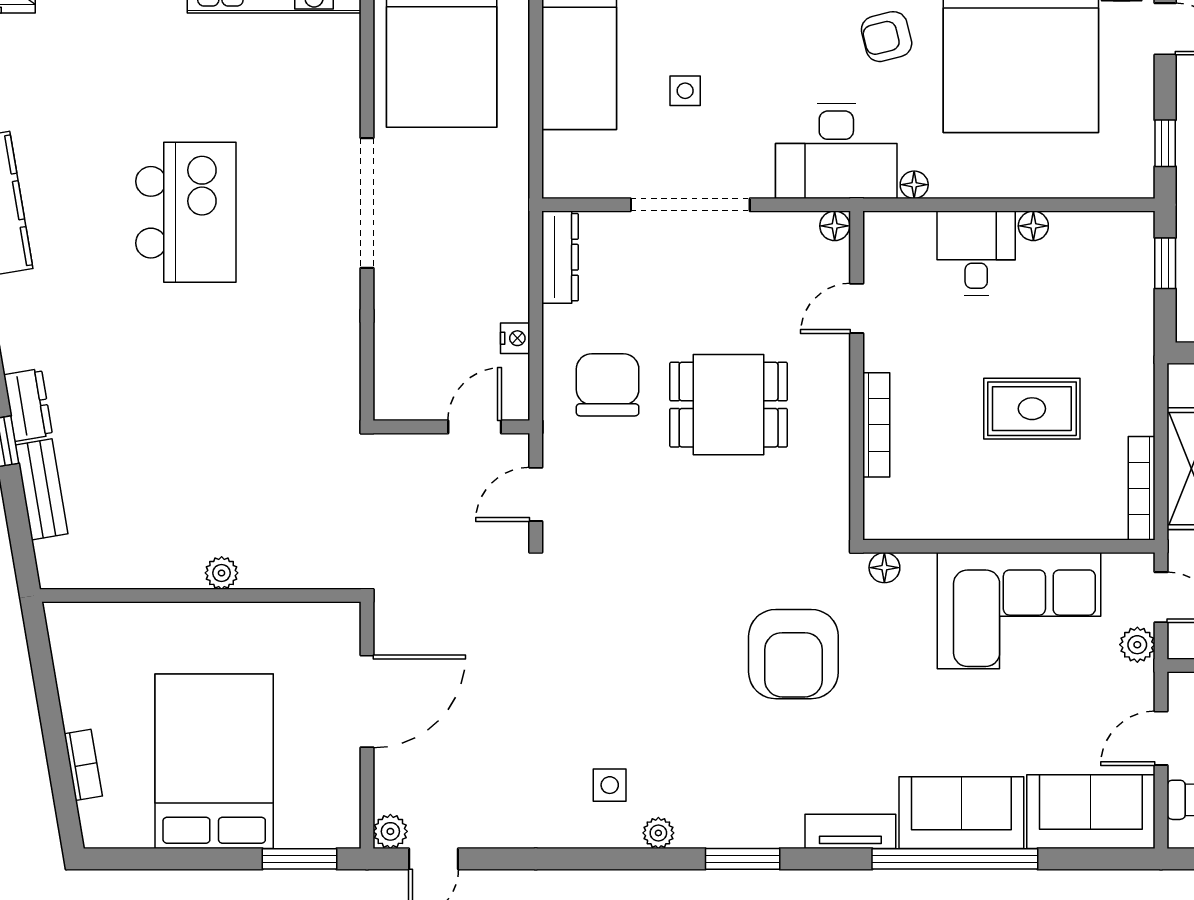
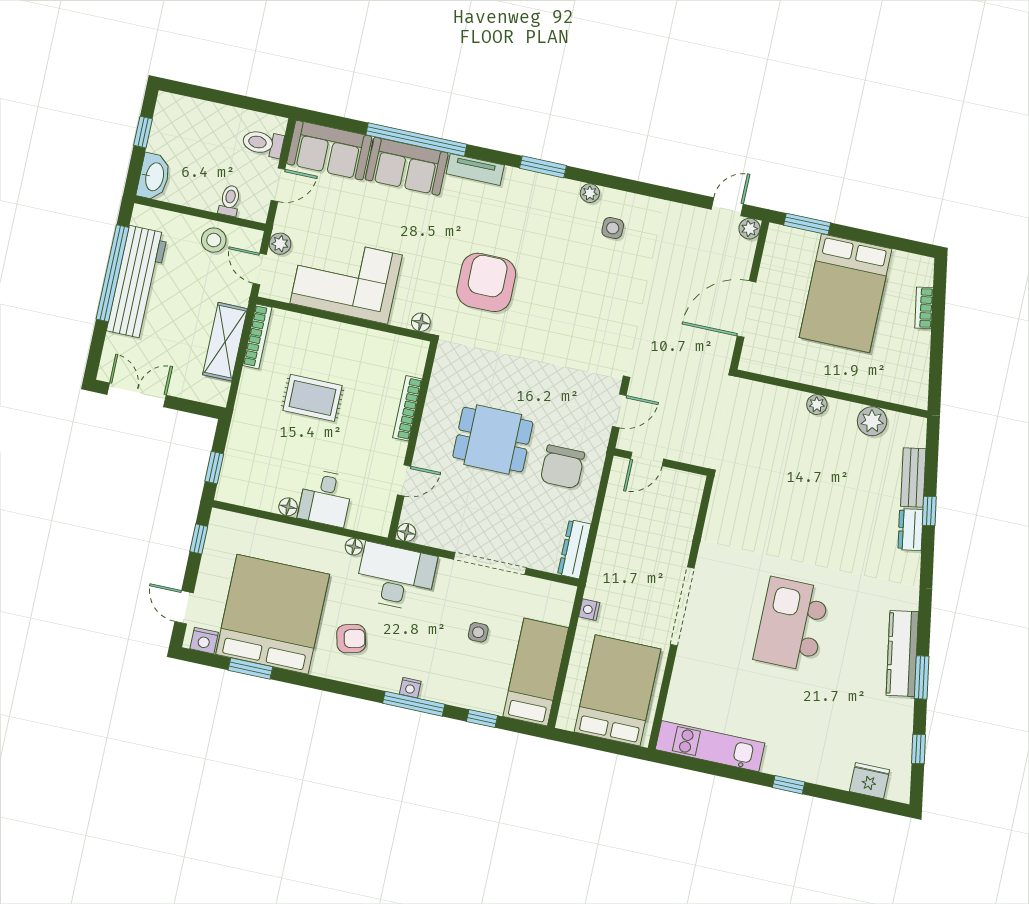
nightstand: (515, 338) -> (589, 610), moved
plant: (127, 565) -> (872, 421), added

